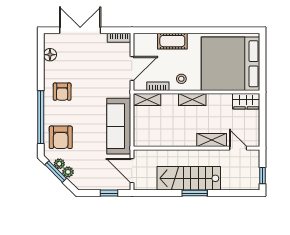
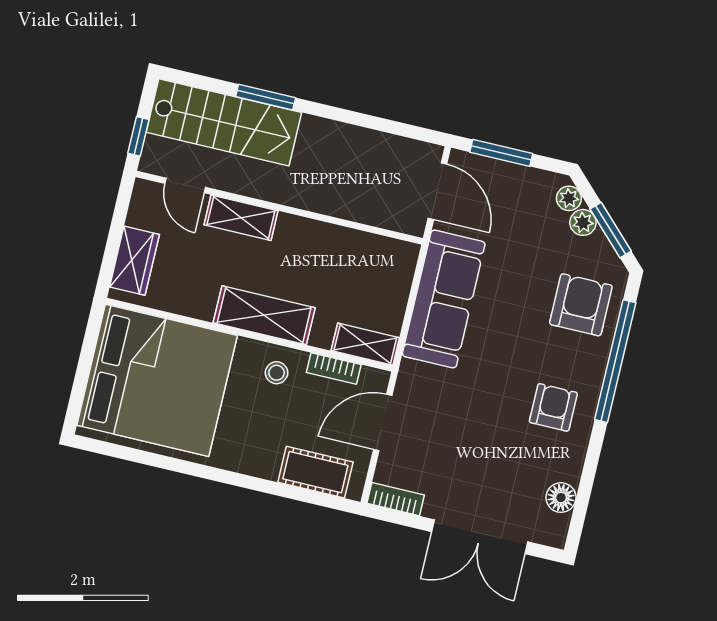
cot: (172, 41) -> (315, 472), moved
shelving: (192, 100) -> (264, 315), width x1.50, depth x1.33
wardrobe: (246, 101) -> (134, 261), moved, turned 90
plant: (59, 164) -> (569, 198), moved
window: (263, 176) -> (138, 136), moved
stairs: (189, 178) -> (224, 122), moved
window: (109, 193) -> (501, 153), width x1.50
window: (195, 193) -> (266, 97), moved

